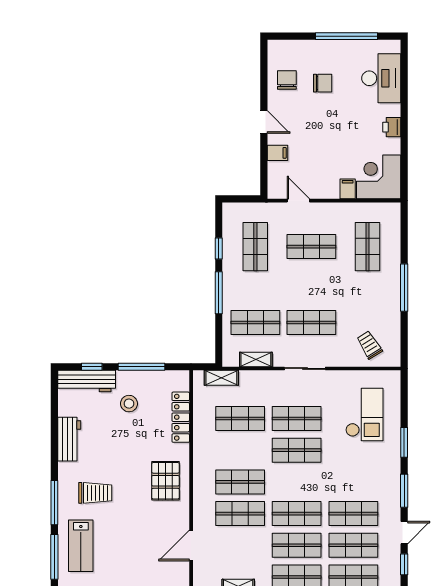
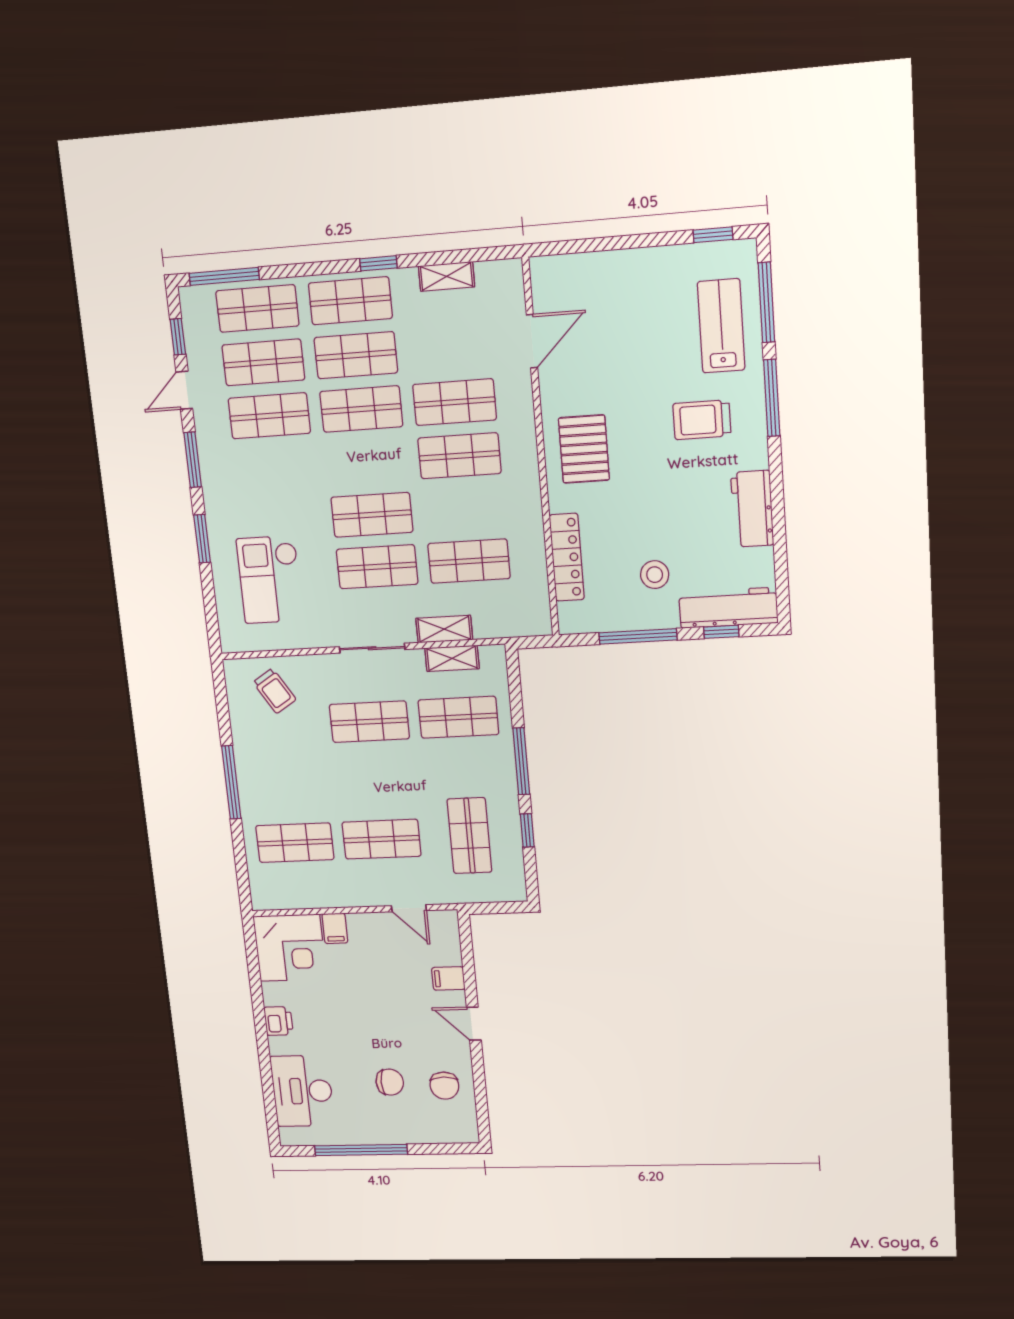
chair: (323, 83) -> (390, 1082), turned 180
shop shelf: (367, 247) -> (295, 843), turned 90
shelving: (221, 378) -> (444, 629), moved

